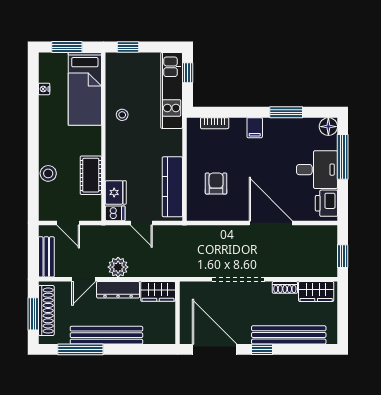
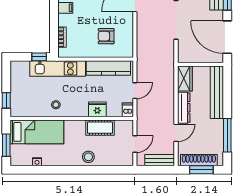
window: (188, 73) -> (39, 57), moved
kitchen unit: (172, 90) -> (58, 69), moved
stool: (48, 173) -> (88, 157), moved
fridge: (116, 192) -> (97, 109), moved
plant: (118, 267) -> (167, 108), removed
door: (84, 279) -> (176, 133), hinge flipped
bench: (106, 335) -> (217, 92), moved
door: (215, 349) -> (227, 37), hinge flipped

